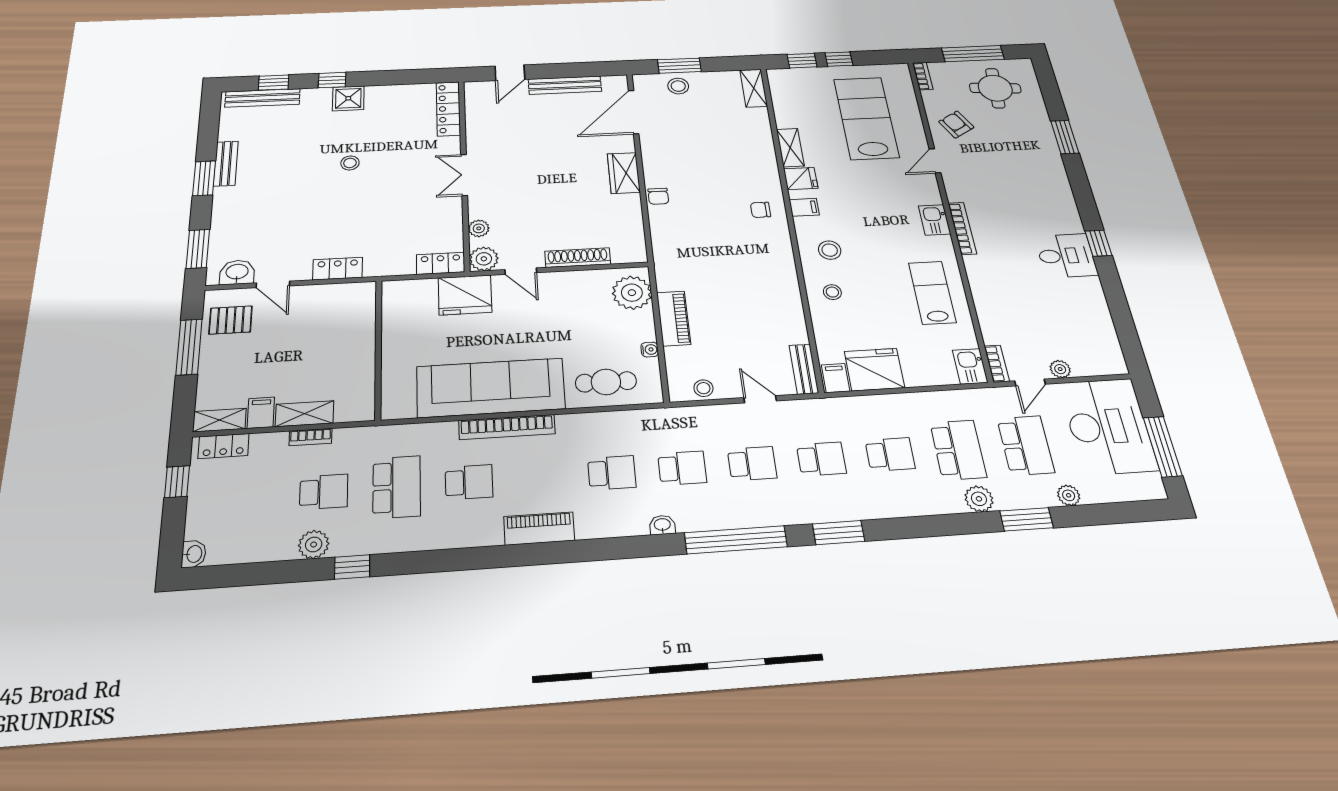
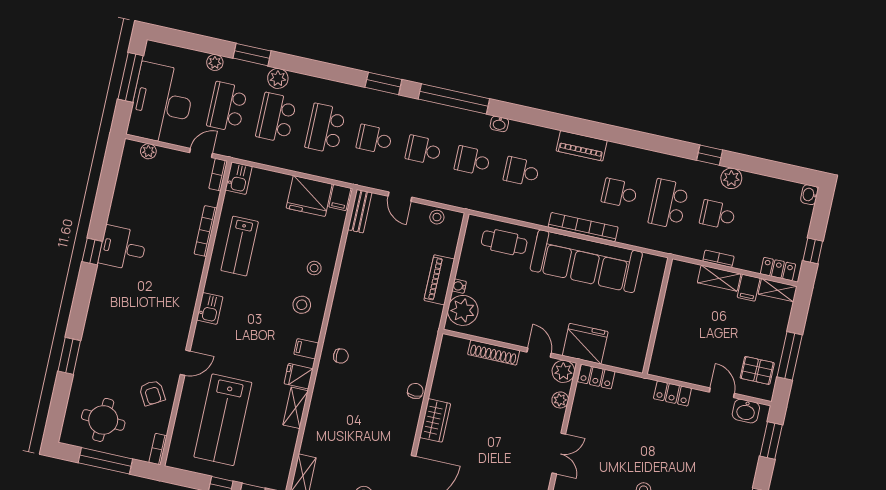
bookcase: (962, 228) -> (206, 231), moved
water cooler: (650, 350) -> (459, 286), moved
plant: (1060, 369) -> (148, 151), moved
school desk: (890, 454) -> (325, 128), width x1.85

